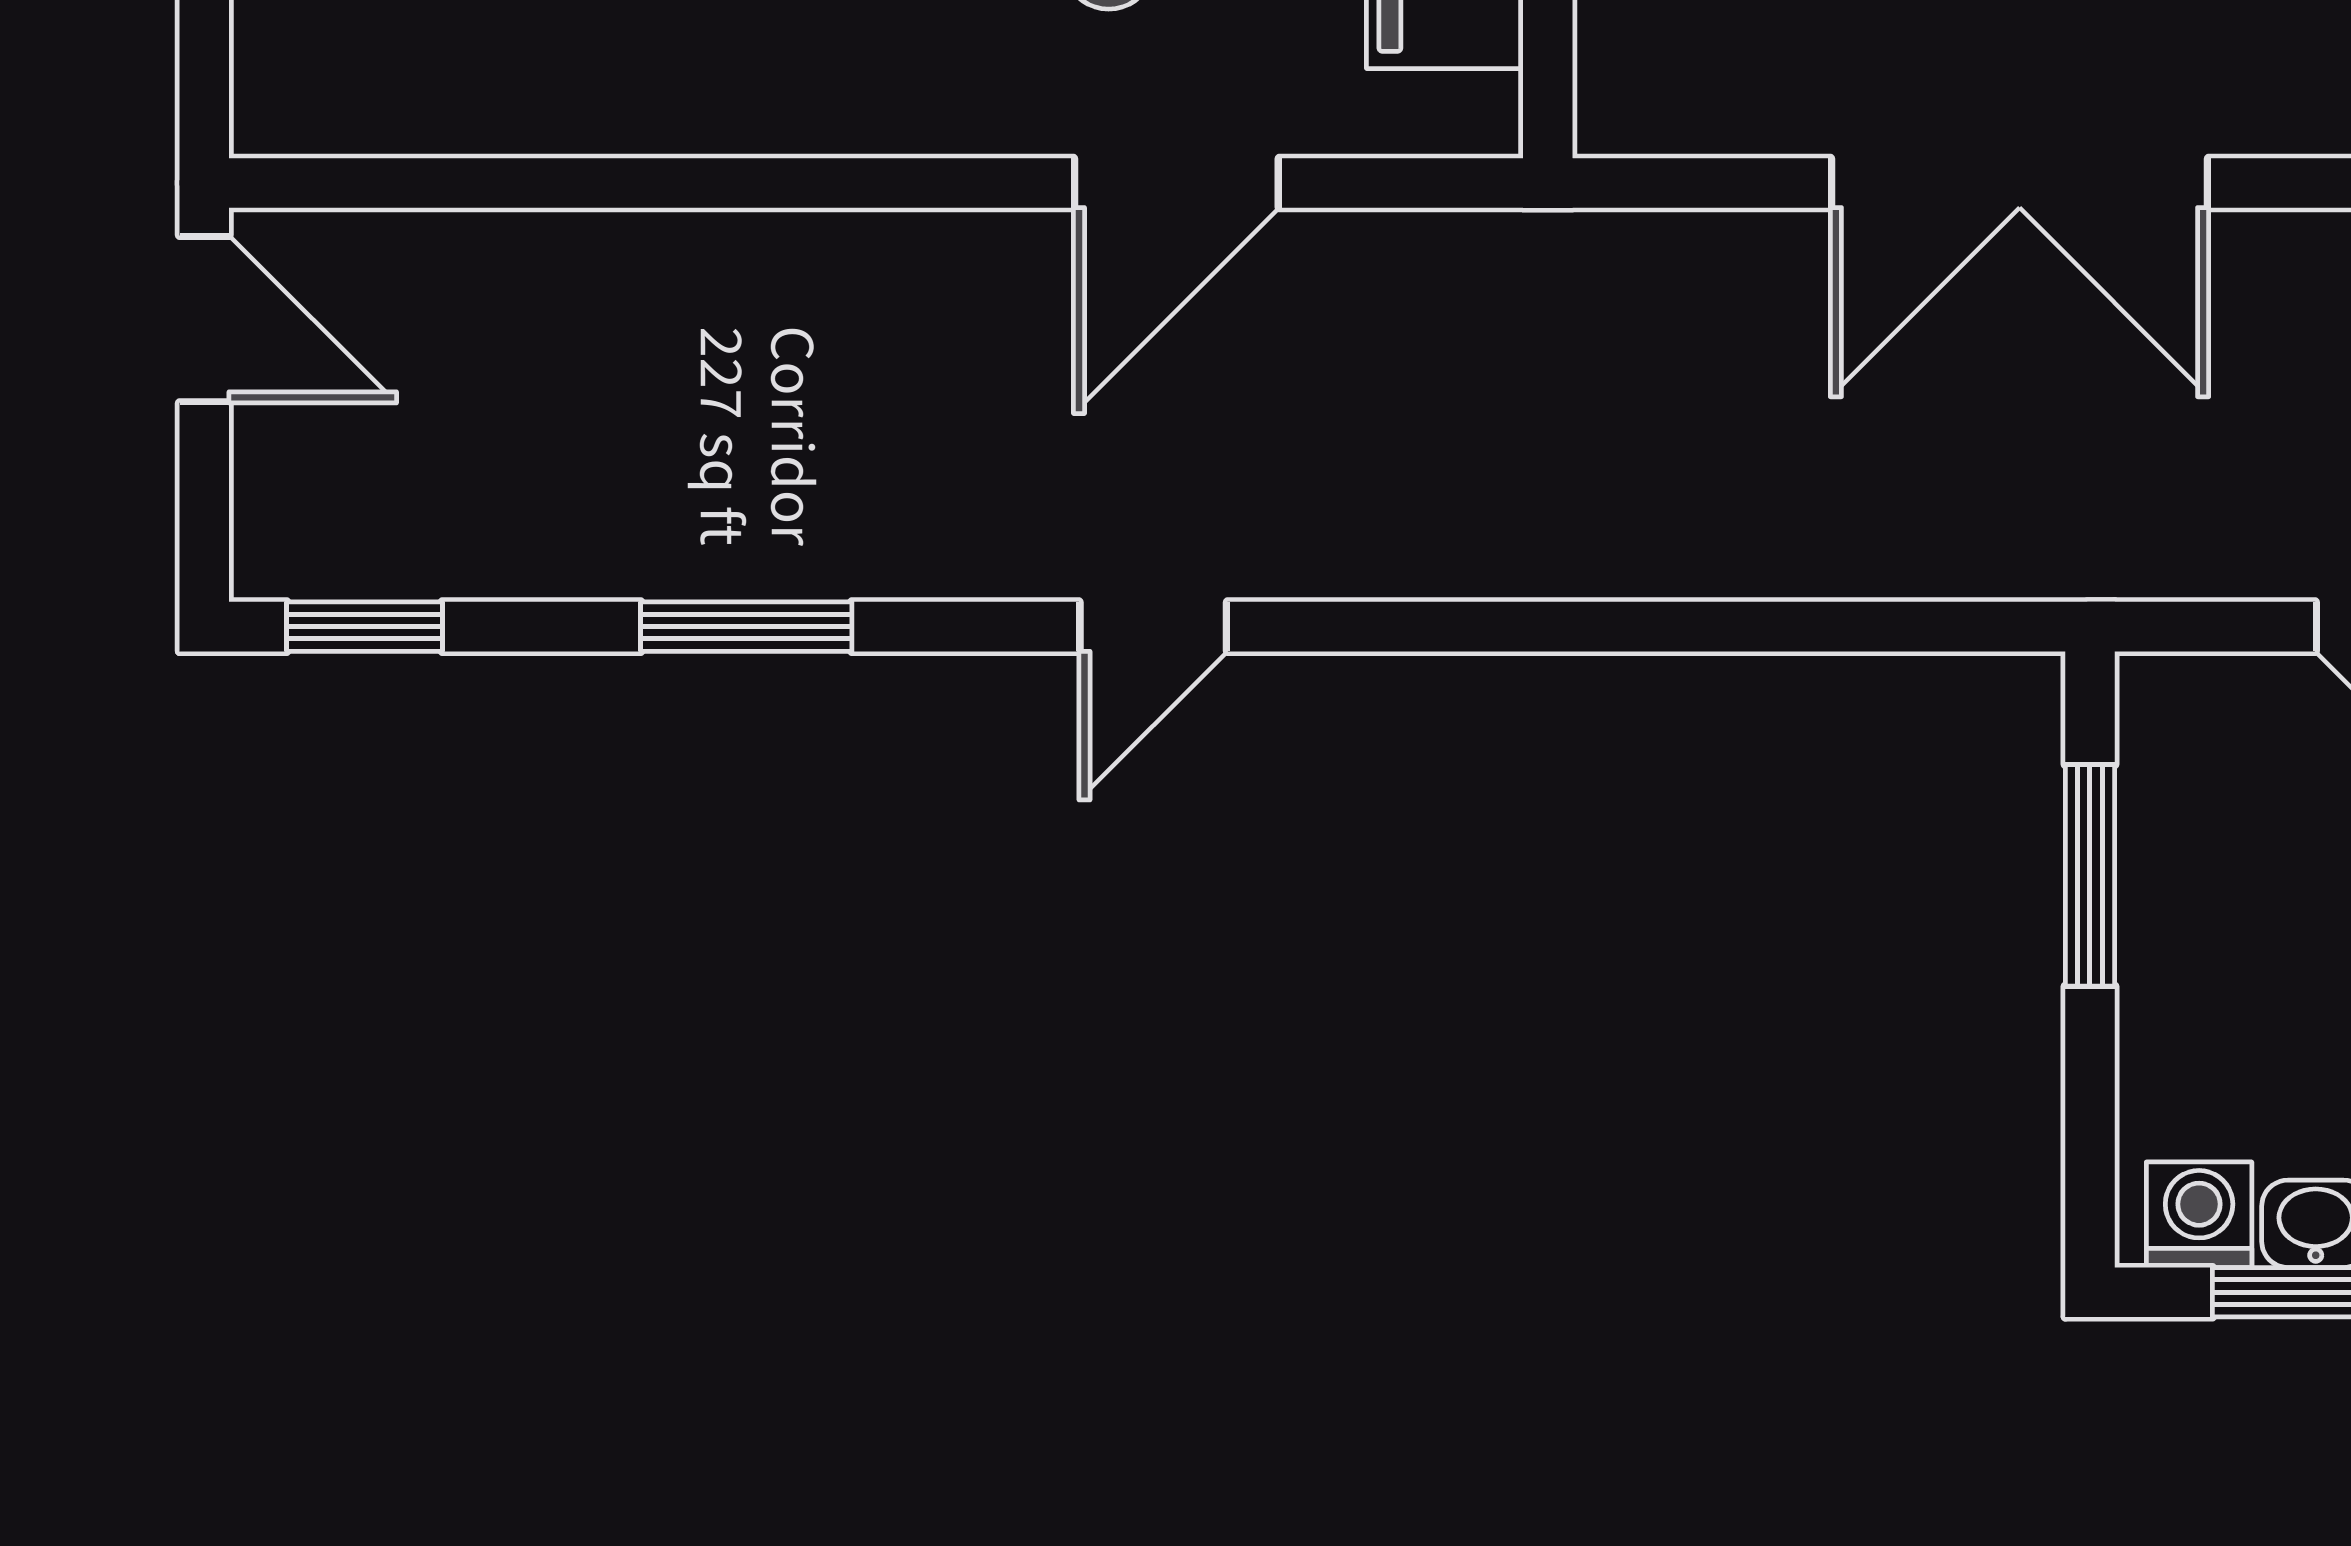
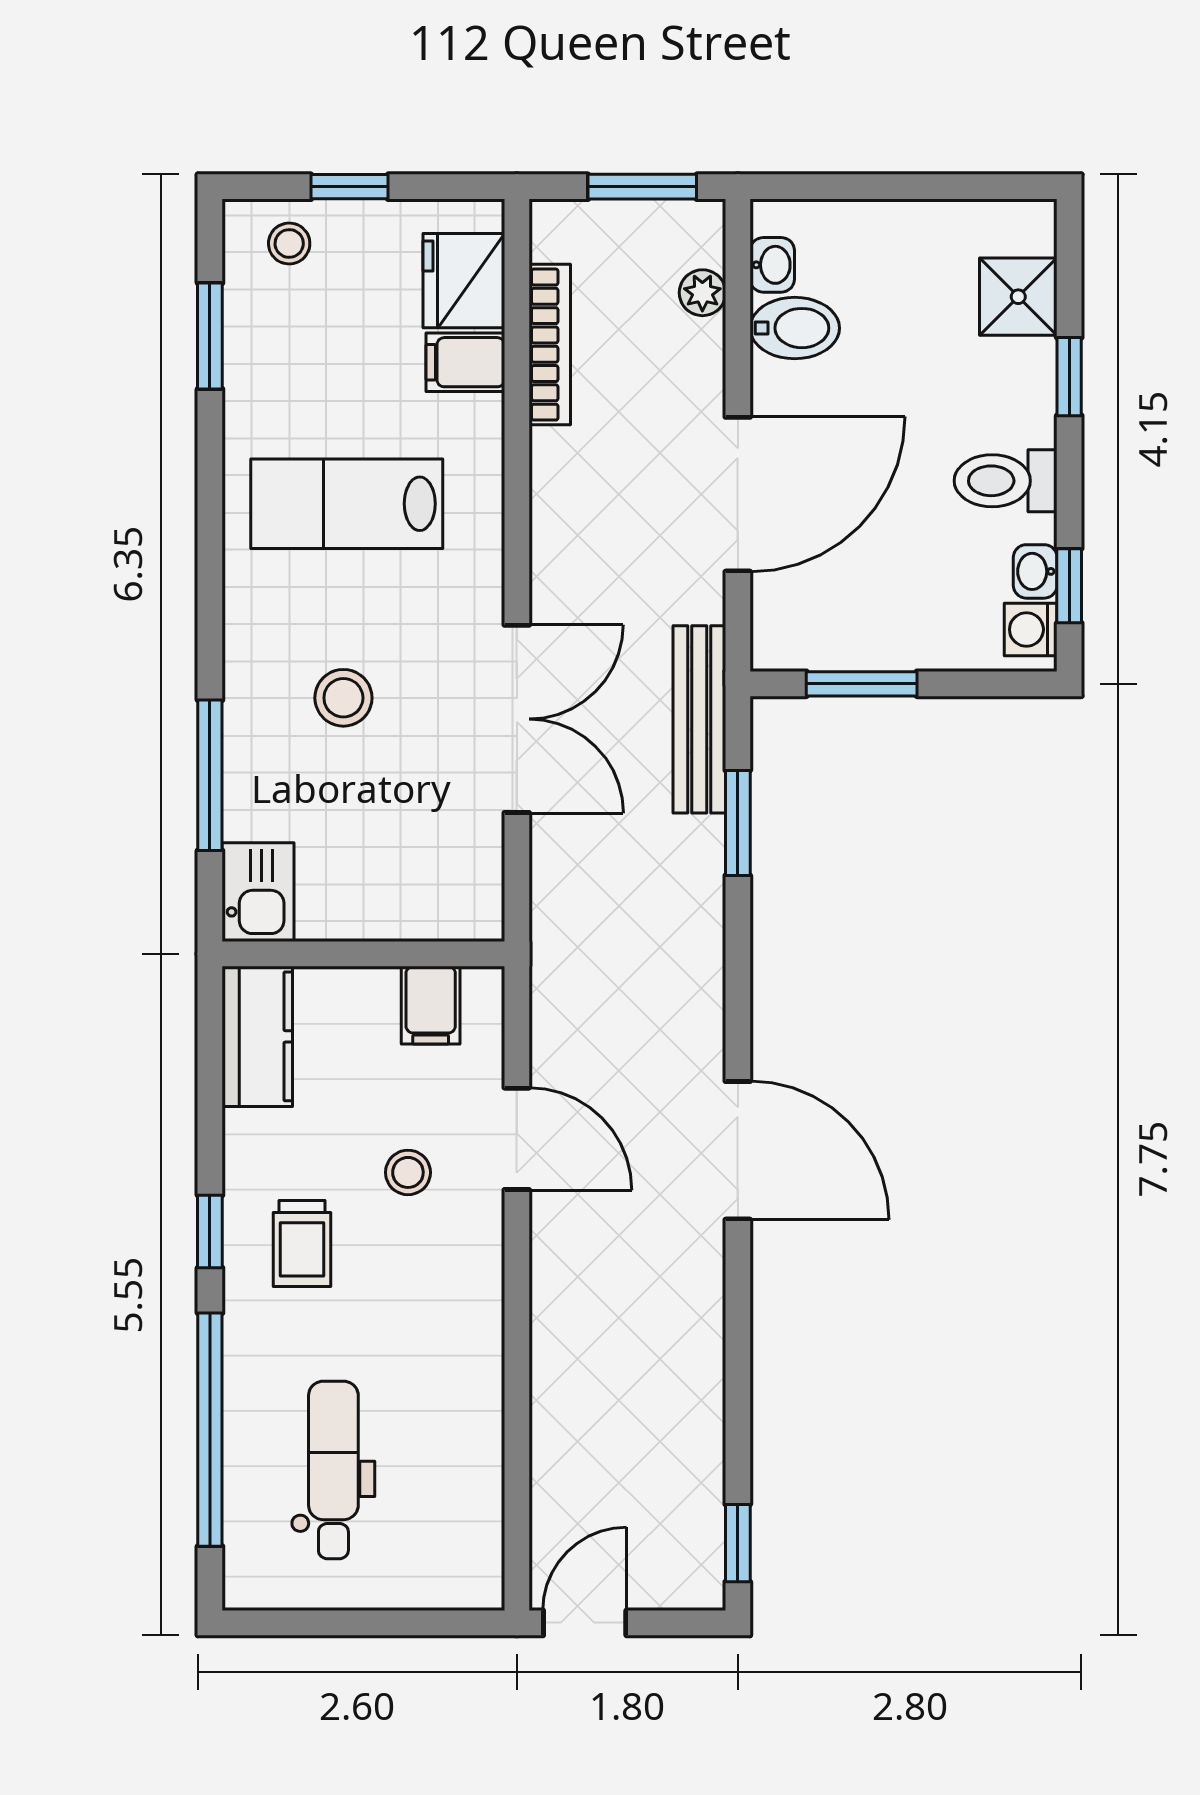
bench: (2019, 549) -> (699, 719), added
window: (746, 627) -> (738, 823), moved
door: (1153, 627) -> (738, 1150), width x1.88

